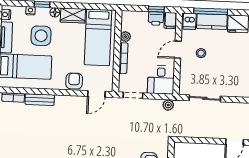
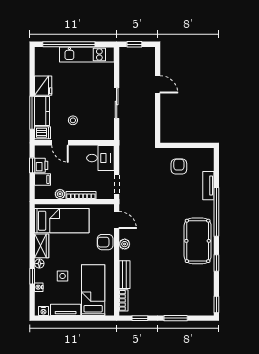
filing cabinet: (170, 20) -> (43, 179), moved
side table: (41, 36) -> (63, 276), width x0.54, depth x0.54
door: (178, 50) -> (60, 143), moved
sliding door: (205, 98) -> (117, 103), moved
plant: (168, 105) -> (125, 244), moved

